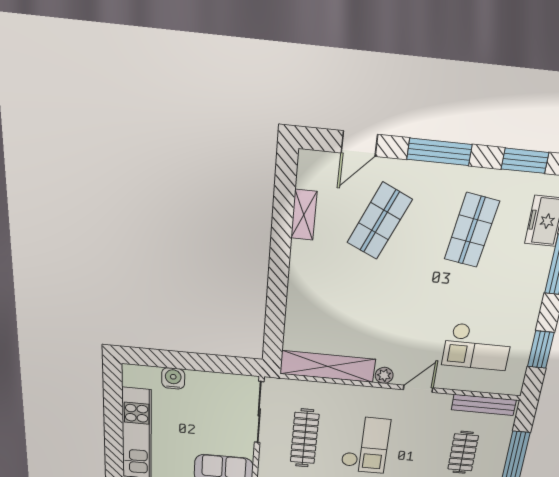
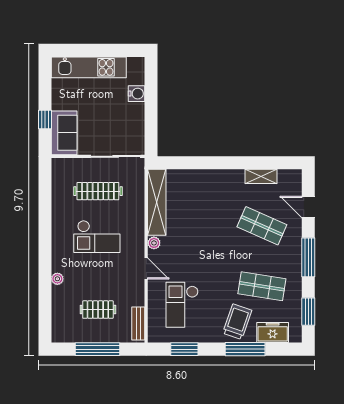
trolley: (518, 272) -> (237, 322), added
bench: (484, 405) -> (138, 324), width x0.73

